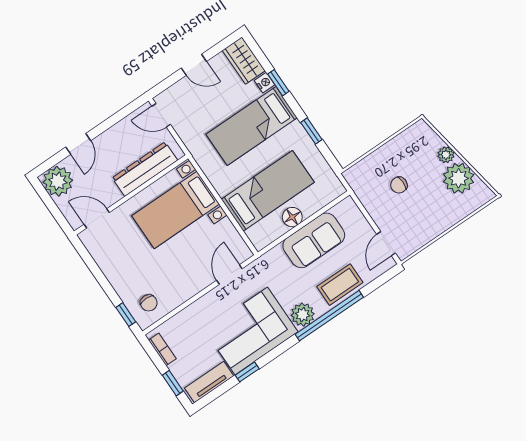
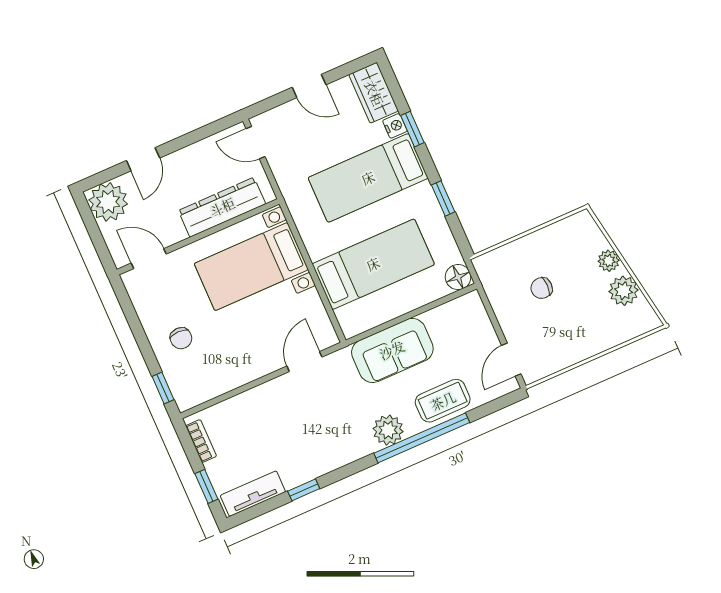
plant: (459, 178) -> (624, 291), width x0.73, depth x0.73
floor lamp: (292, 217) -> (458, 277), moved
sofa: (314, 240) -> (392, 350), moved
chair: (149, 303) -> (181, 338), moved
corner sofa: (251, 331) -> (319, 439), removed

